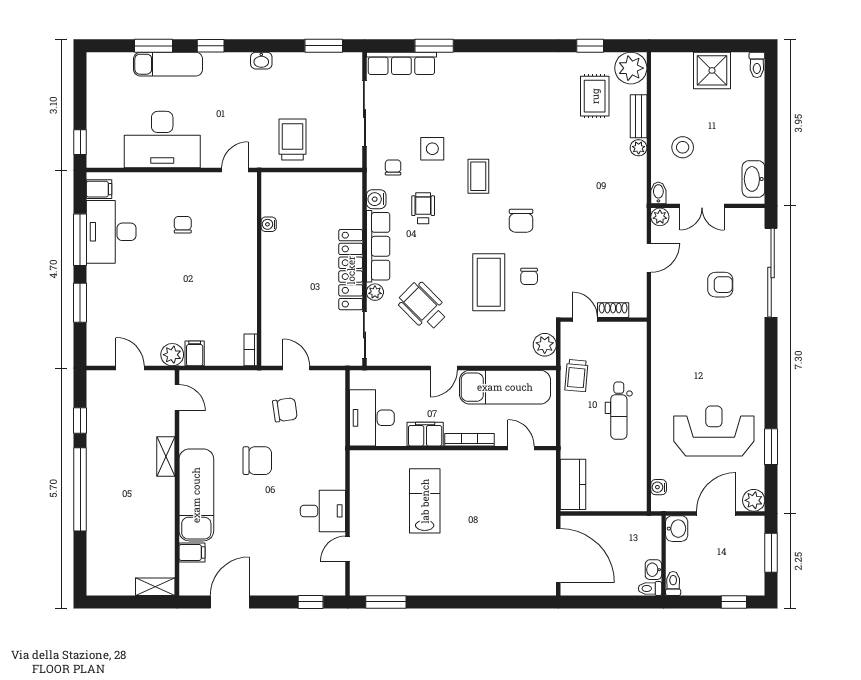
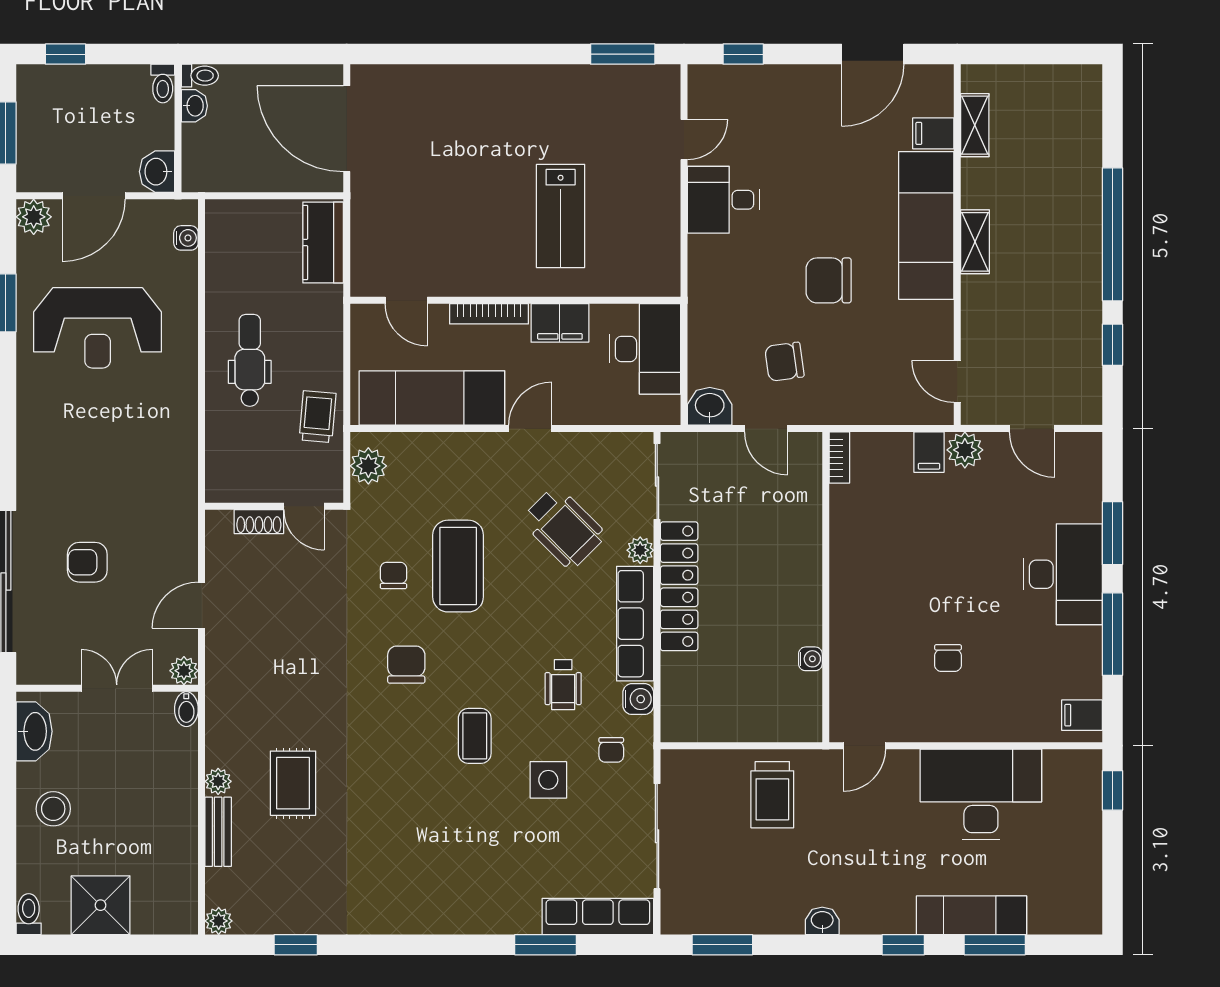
plant: (631, 68) -> (219, 921), width x0.53, depth x0.53
rug: (595, 96) -> (293, 783), moved
stool: (683, 147) -> (53, 809), moved
desk: (111, 232) -> (1063, 574), moved
washbasin: (332, 382) -> (710, 406), added
shelving: (166, 456) -> (975, 242), moved
shelving: (155, 587) -> (975, 125), moved, turned 90

